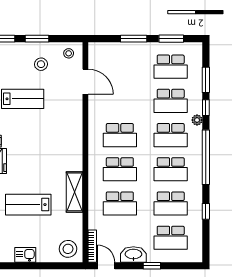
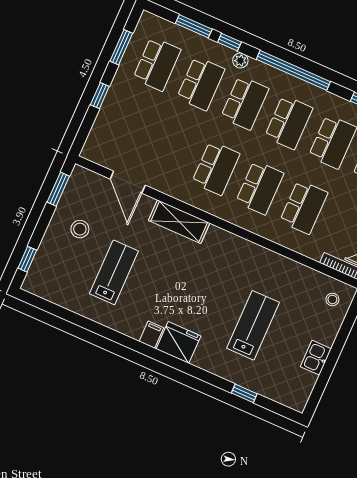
window: (37, 39) -> (58, 189), moved
window: (134, 39) -> (100, 96), width x0.67
stool: (69, 53) -> (82, 187), removed
door: (85, 82) -> (128, 182), swing flipped
shelving: (74, 192) -> (179, 222), moved
lab bench: (28, 205) -> (253, 325), turned 180
stool: (68, 249) -> (332, 299), width x0.53, depth x0.53

